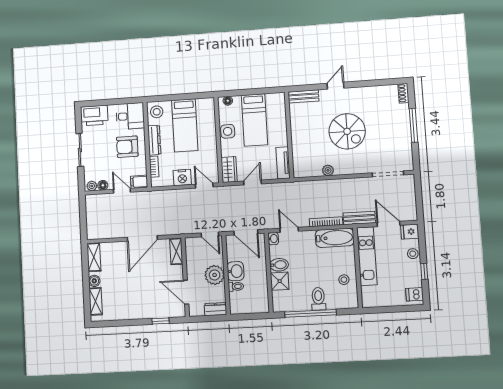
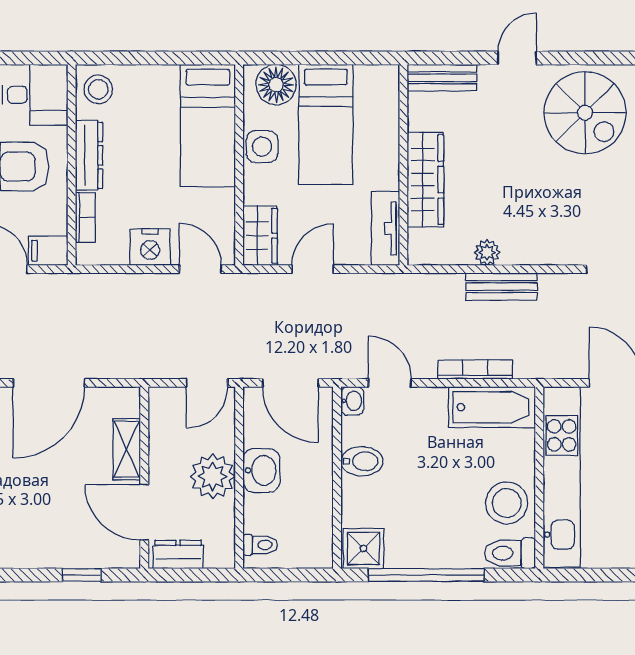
floor lamp: (228, 101) -> (276, 85), width x1.89, depth x1.89
bed: (185, 125) -> (208, 126), moved
spiral stairs: (347, 131) -> (585, 113), moved
wardrobe: (299, 141) -> (425, 180), added
bench: (359, 218) -> (501, 287), moved
door: (210, 234) -> (207, 383), hinge flipped
shelving: (176, 251) -> (127, 449), moved
kitchen unit: (367, 256) -> (562, 477), width x1.36
stool: (344, 280) -> (507, 503), width x1.89, depth x1.89
shower: (280, 281) -> (363, 549), moved
toilet: (236, 286) -> (260, 545), moved
toilet: (318, 299) -> (510, 553), moved, turned -90
dresser: (215, 309) -> (178, 554), moved

